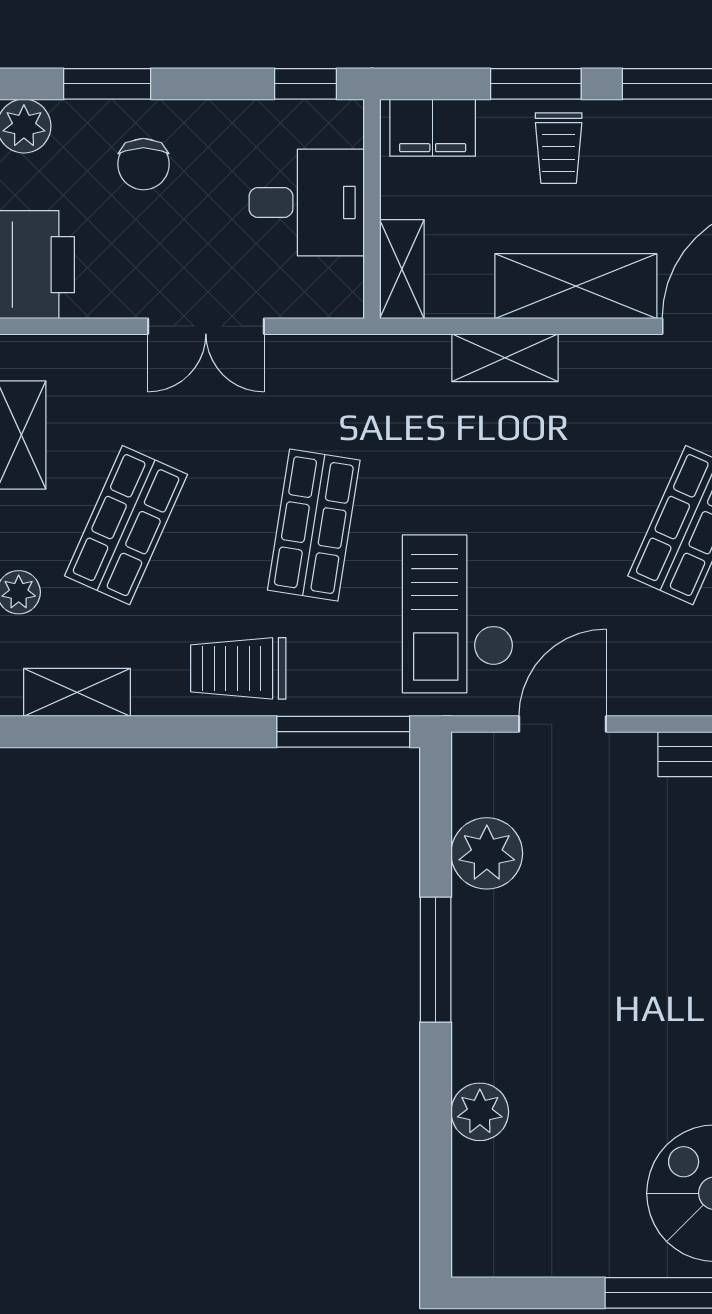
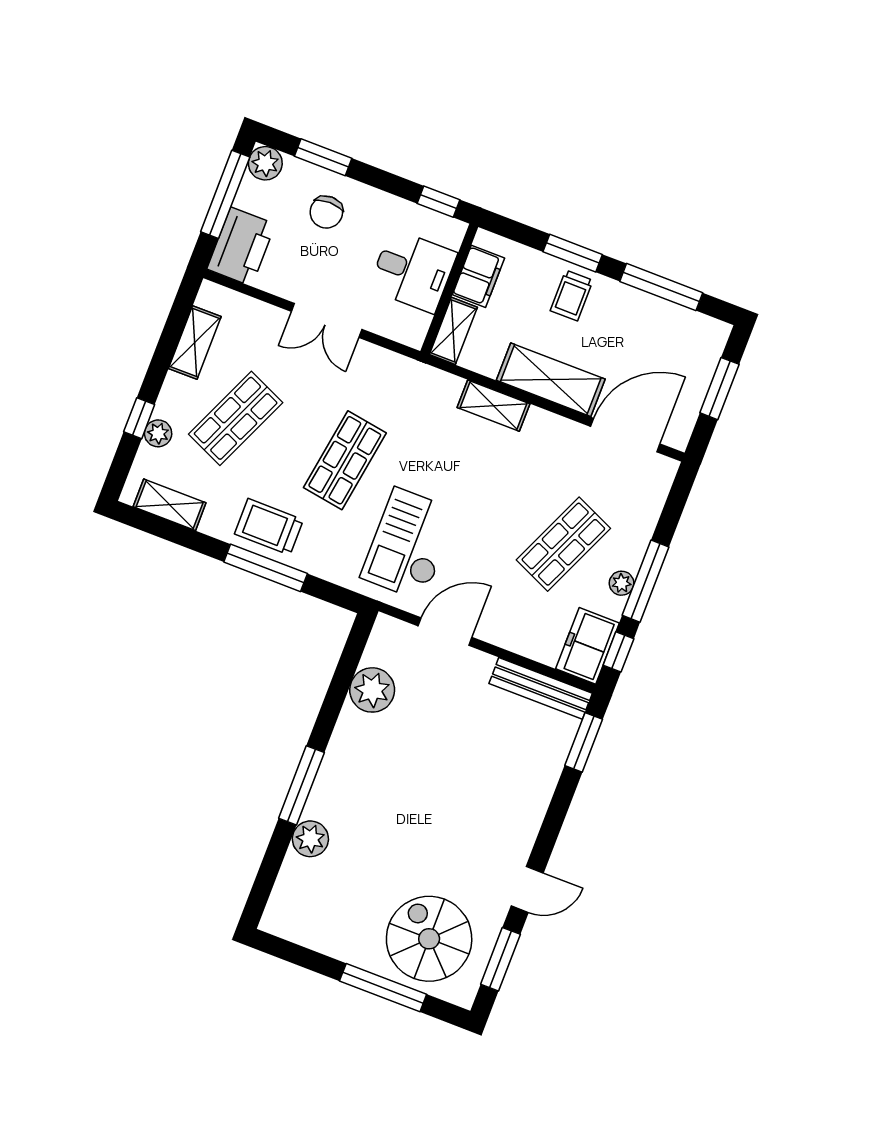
filing cabinet: (433, 128) -> (478, 276), moved, turned -90
window: (343, 732) -> (266, 568), moved
window: (436, 960) -> (301, 785), moved

